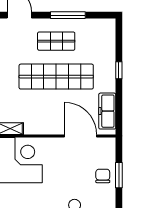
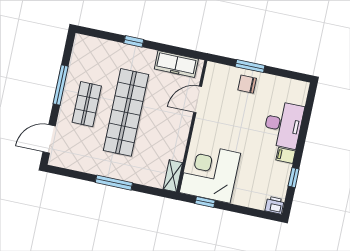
door: (81, 136) -> (198, 99), width x0.73

